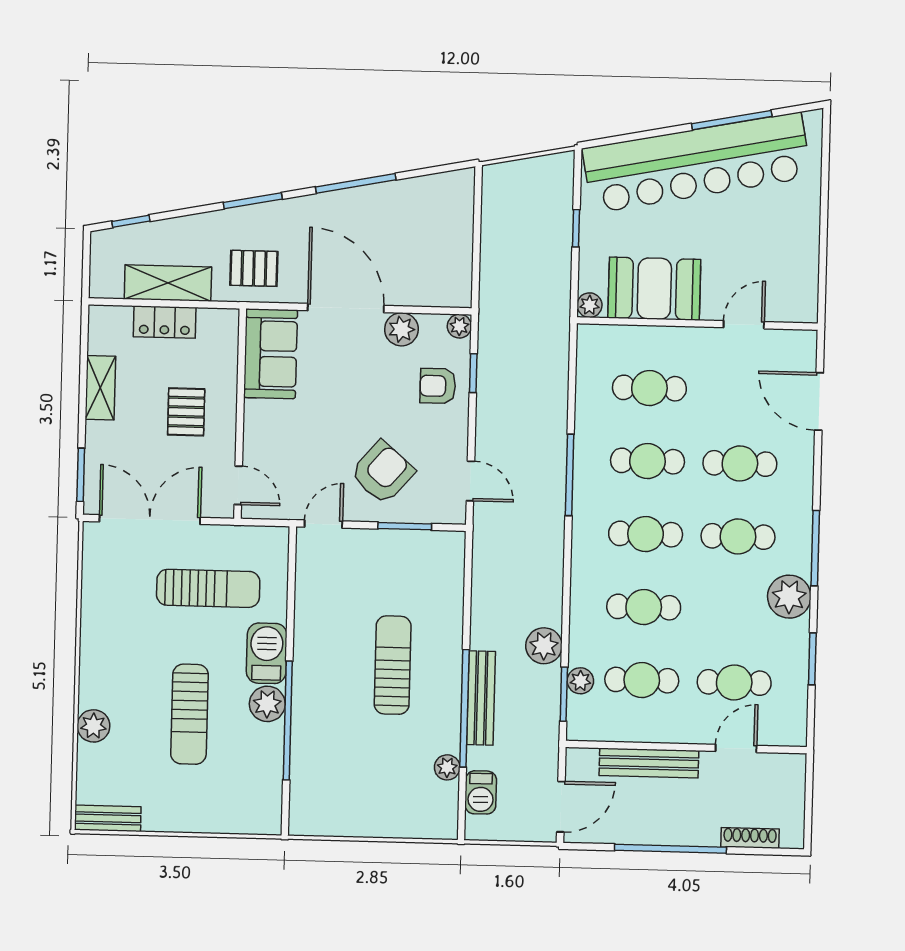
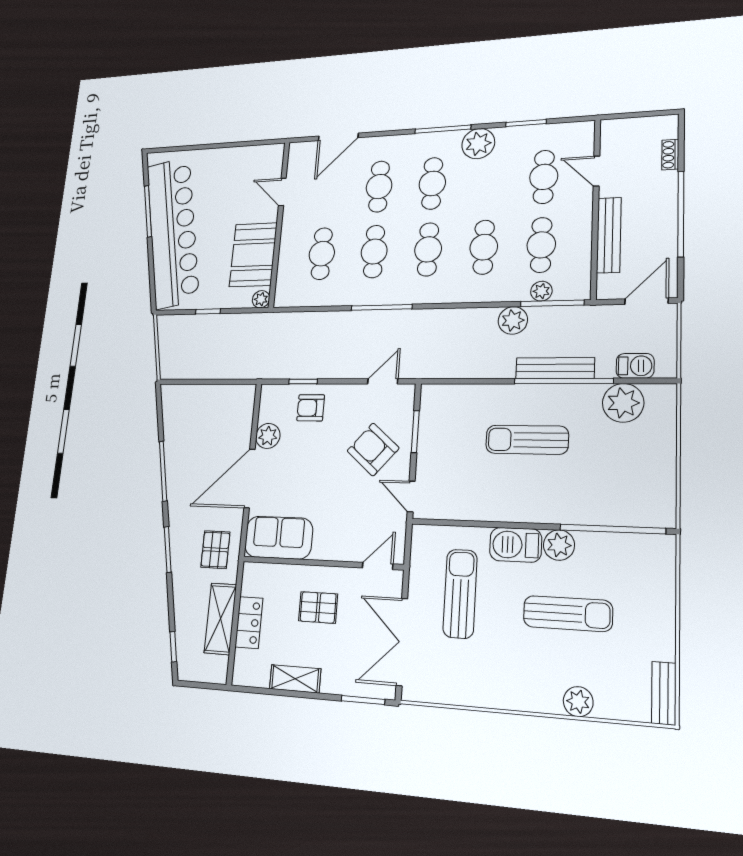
plant: (459, 326) -> (269, 393), removed
armchair: (438, 386) -> (311, 408), turned 90
window: (564, 694) -> (552, 303), width x1.44
window: (288, 721) -> (612, 529), moved
plant: (447, 767) -> (623, 403), width x1.87, depth x1.87
door: (561, 807) -> (646, 301), hinge flipped
shoe rack: (750, 838) -> (670, 155), width x0.70

